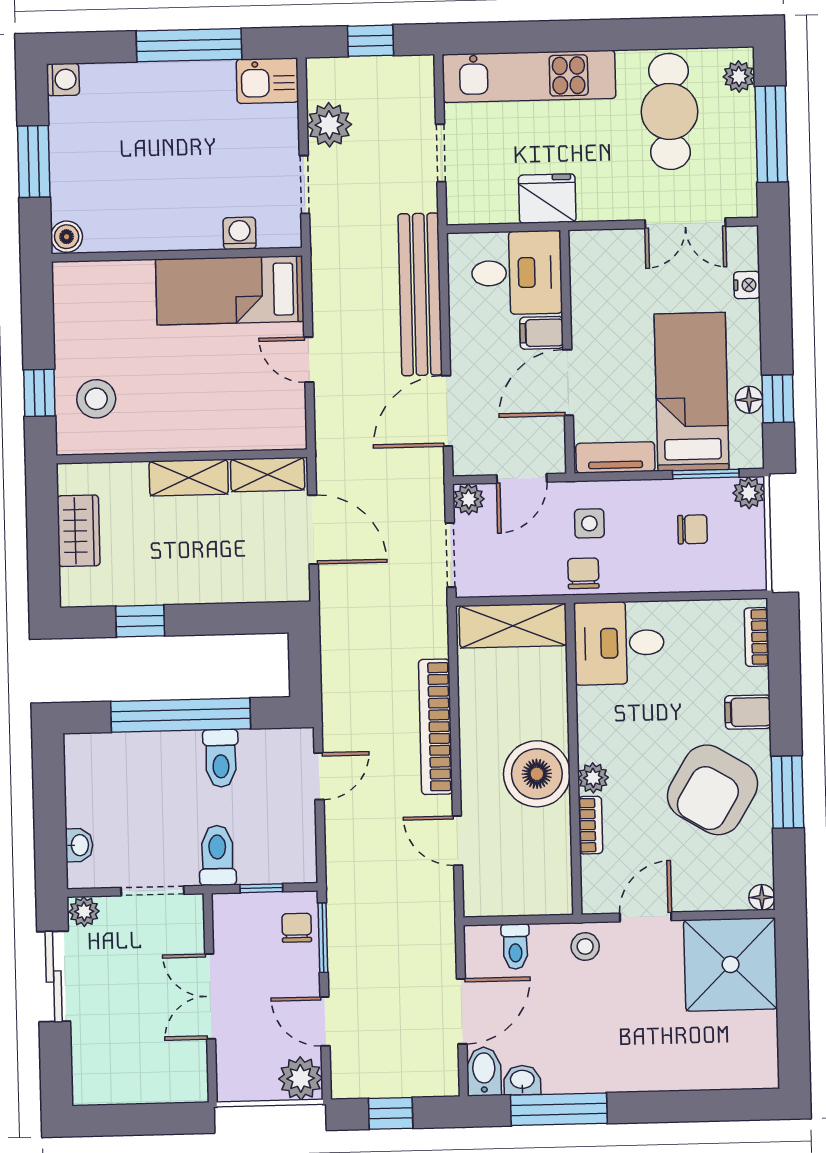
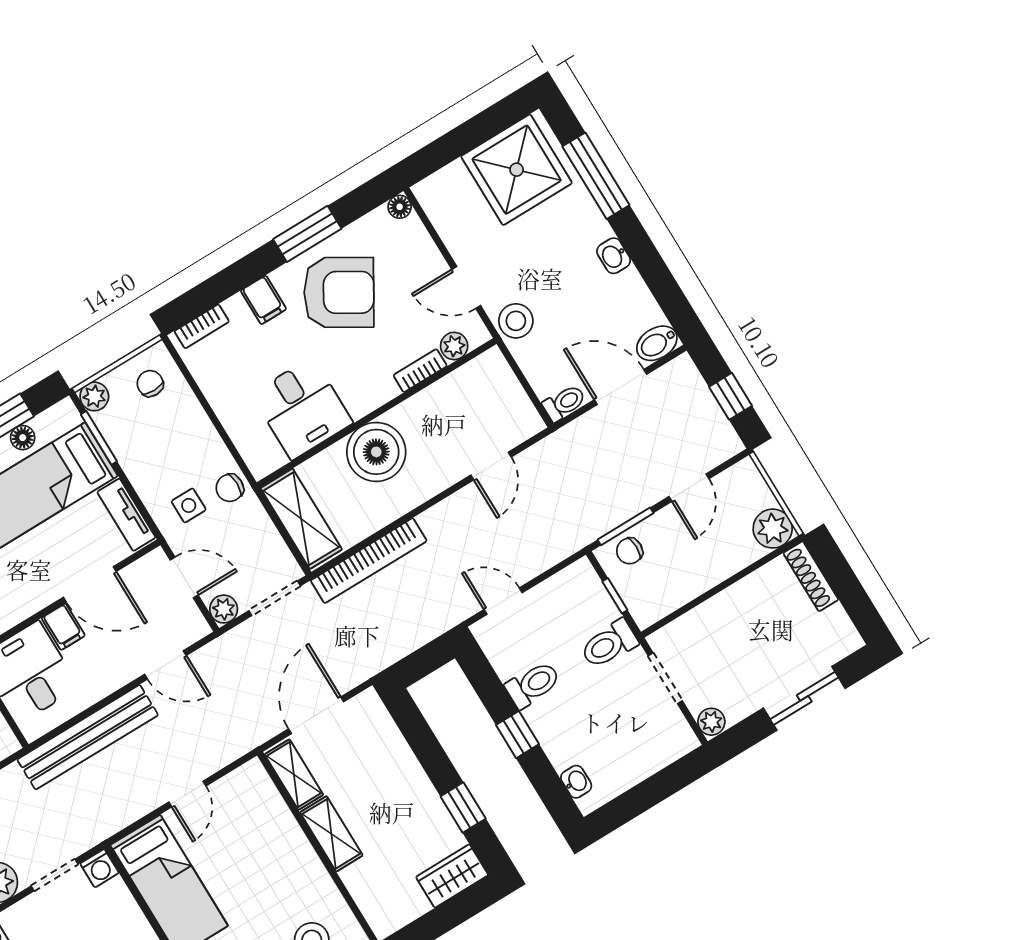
washing machine: (240, 233) -> (100, 868), moved, turned -90
door: (447, 411) -> (165, 665), width x0.73
chair: (693, 529) -> (150, 383), moved
wardrobe: (79, 531) -> (452, 876), moved
desk: (619, 643) -> (302, 408), moved
window: (181, 715) -> (518, 735), width x0.32
bookcase: (436, 727) -> (369, 561), moved
boiler: (537, 774) -> (376, 452), moved
plant: (593, 778) -> (454, 346), moved
washbasin: (79, 845) -> (576, 782), moved, turned 90
stool: (585, 946) -> (516, 321), width x1.37, depth x1.37
toilet: (515, 947) -> (564, 403), moved
shower: (731, 964) -> (517, 170), moved
sliding door: (54, 977) -> (804, 698), moved
double door: (210, 996) -> (721, 587), removed
plant: (301, 1078) -> (773, 529), moved
washbasin: (522, 1080) -> (614, 256), moved
shoe rack: (170, 1090) -> (811, 576), added
window: (559, 1109) -> (596, 176), moved

